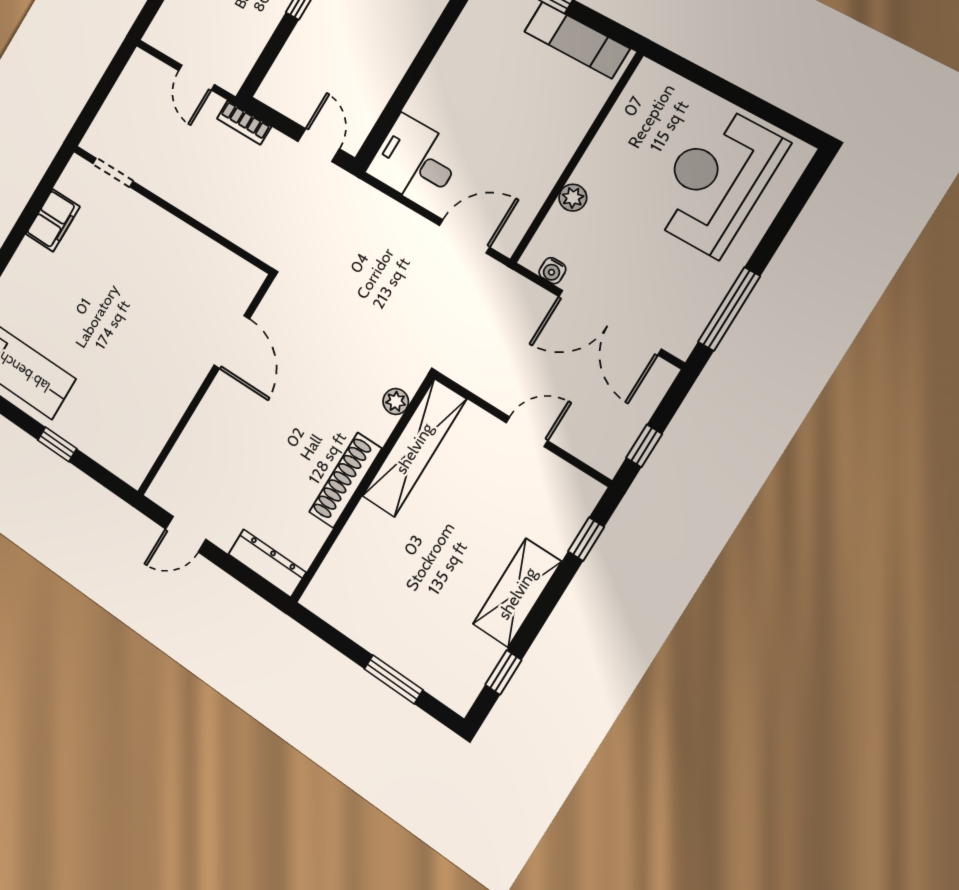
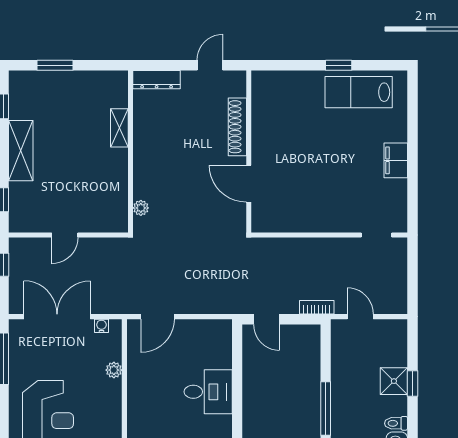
desk: (415, 161) -> (208, 392), moved
filing cabinet: (53, 220) -> (396, 160), moved
window: (57, 444) -> (339, 65), moved
shelving: (414, 448) -> (119, 128), moved, width x0.45, depth x0.75
shoe rack: (345, 480) -> (237, 127), moved, turned 180

